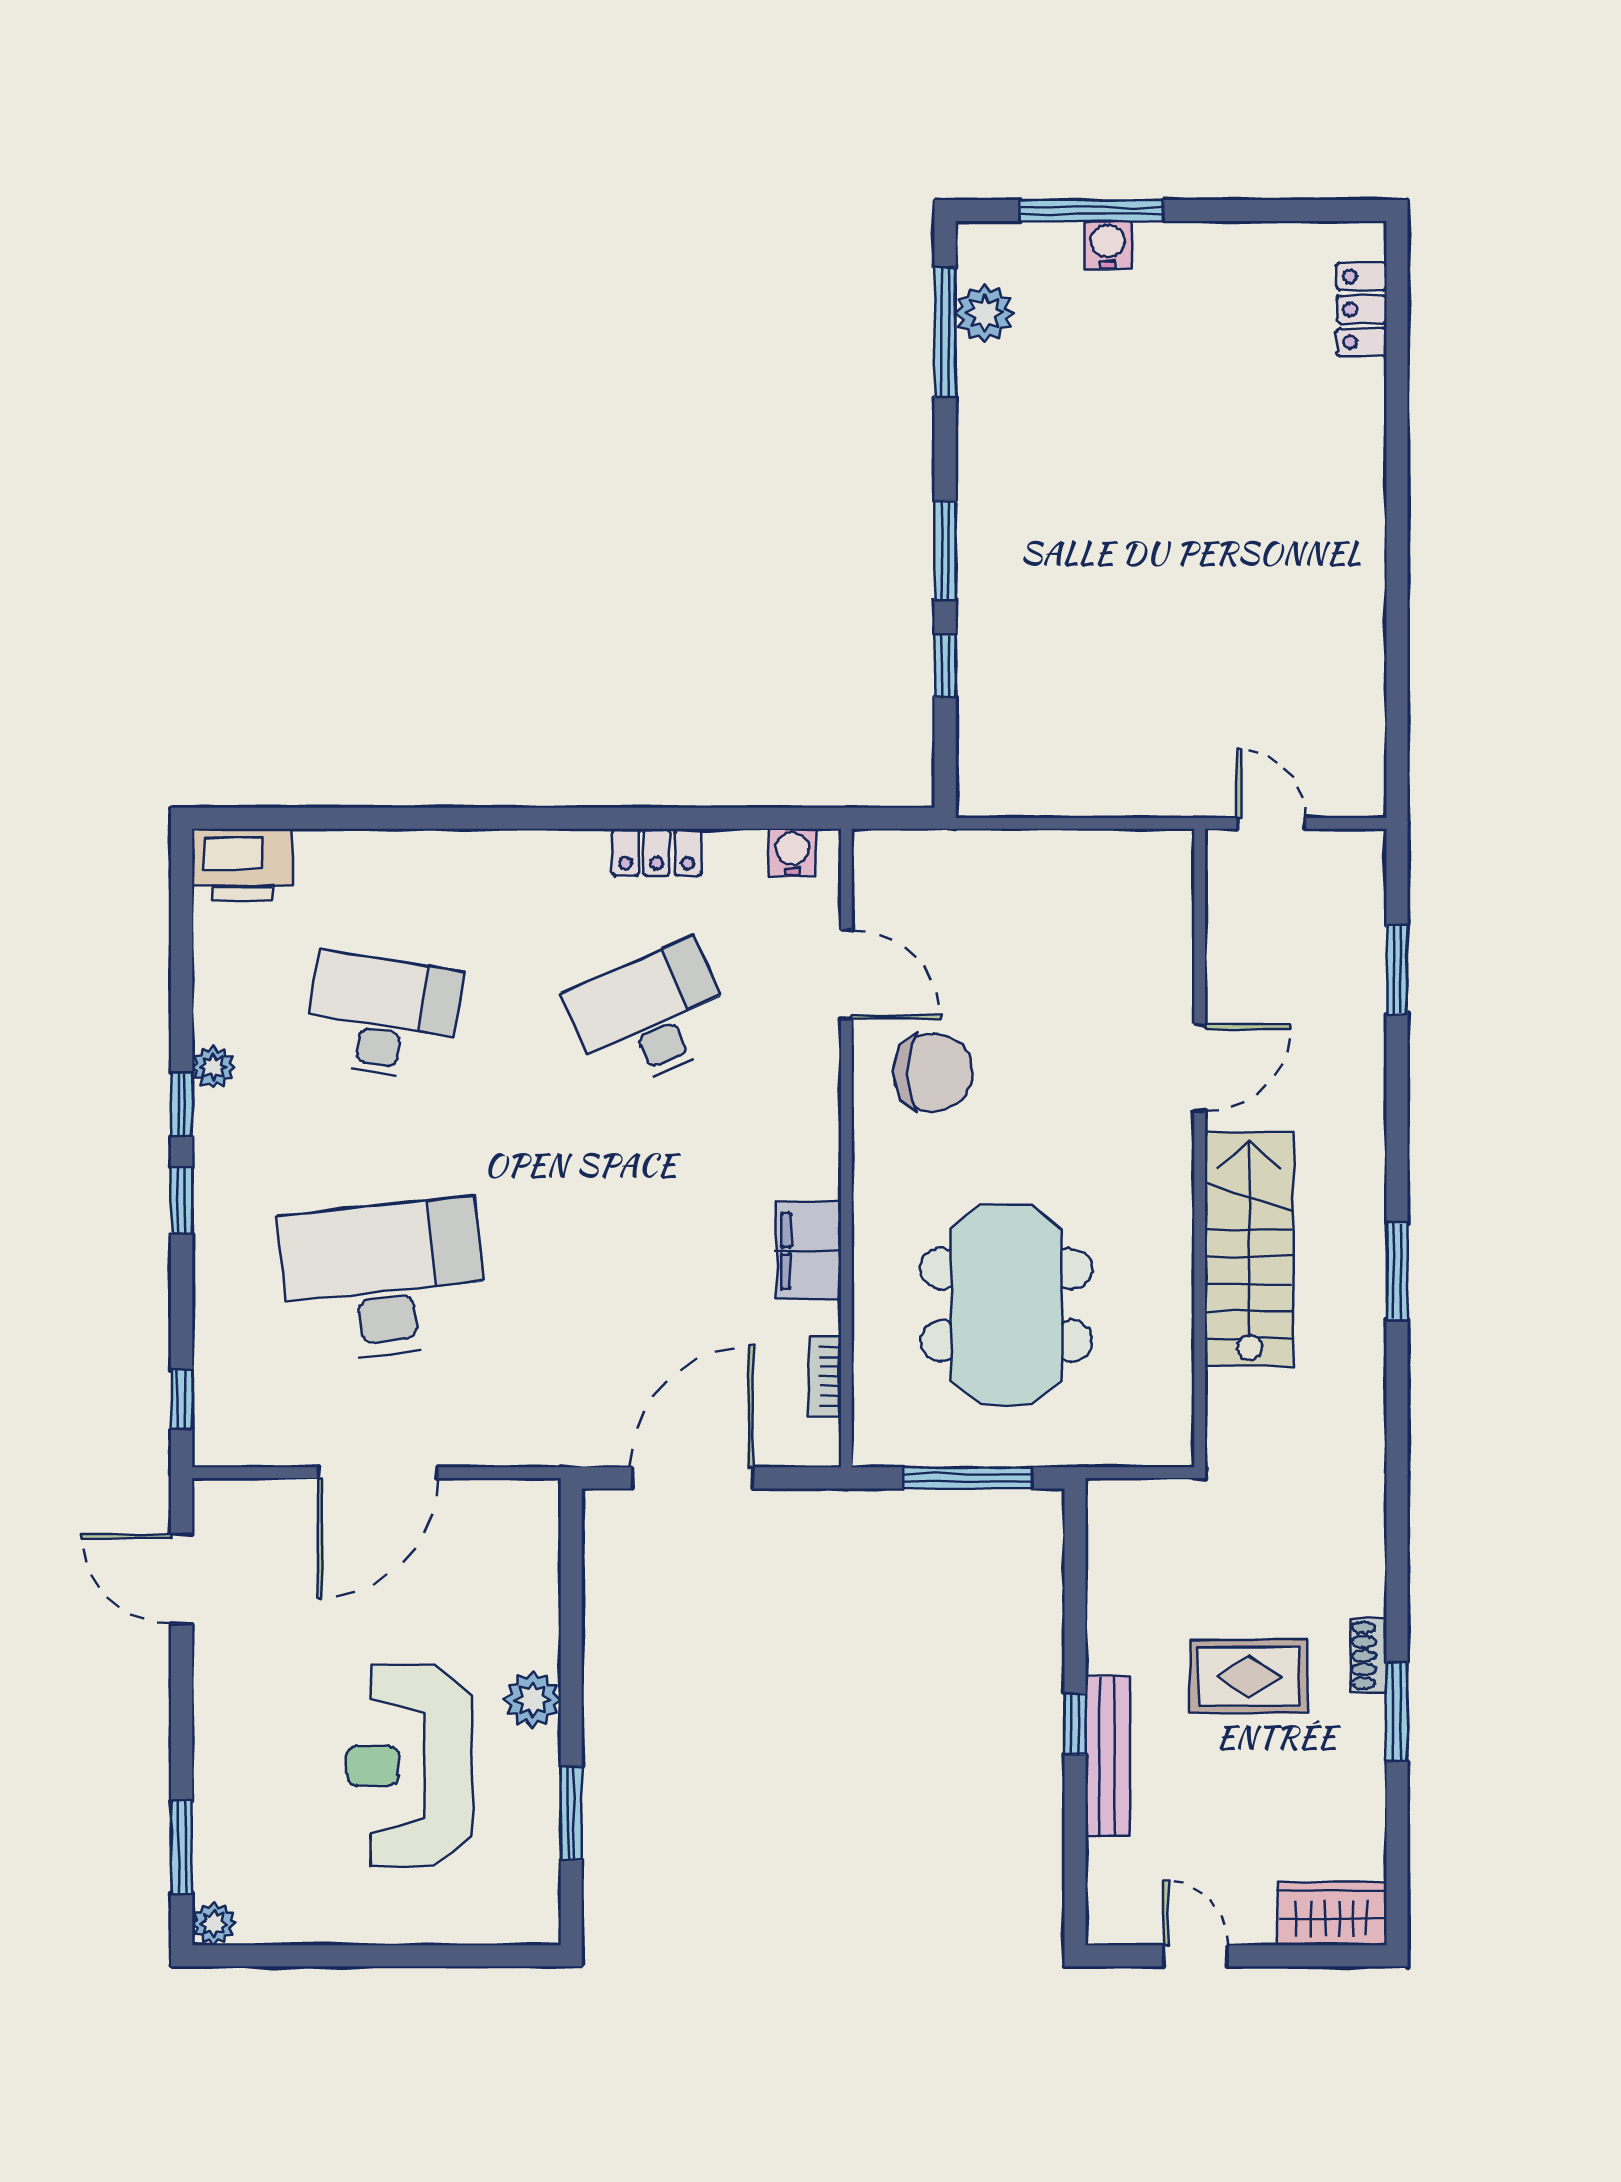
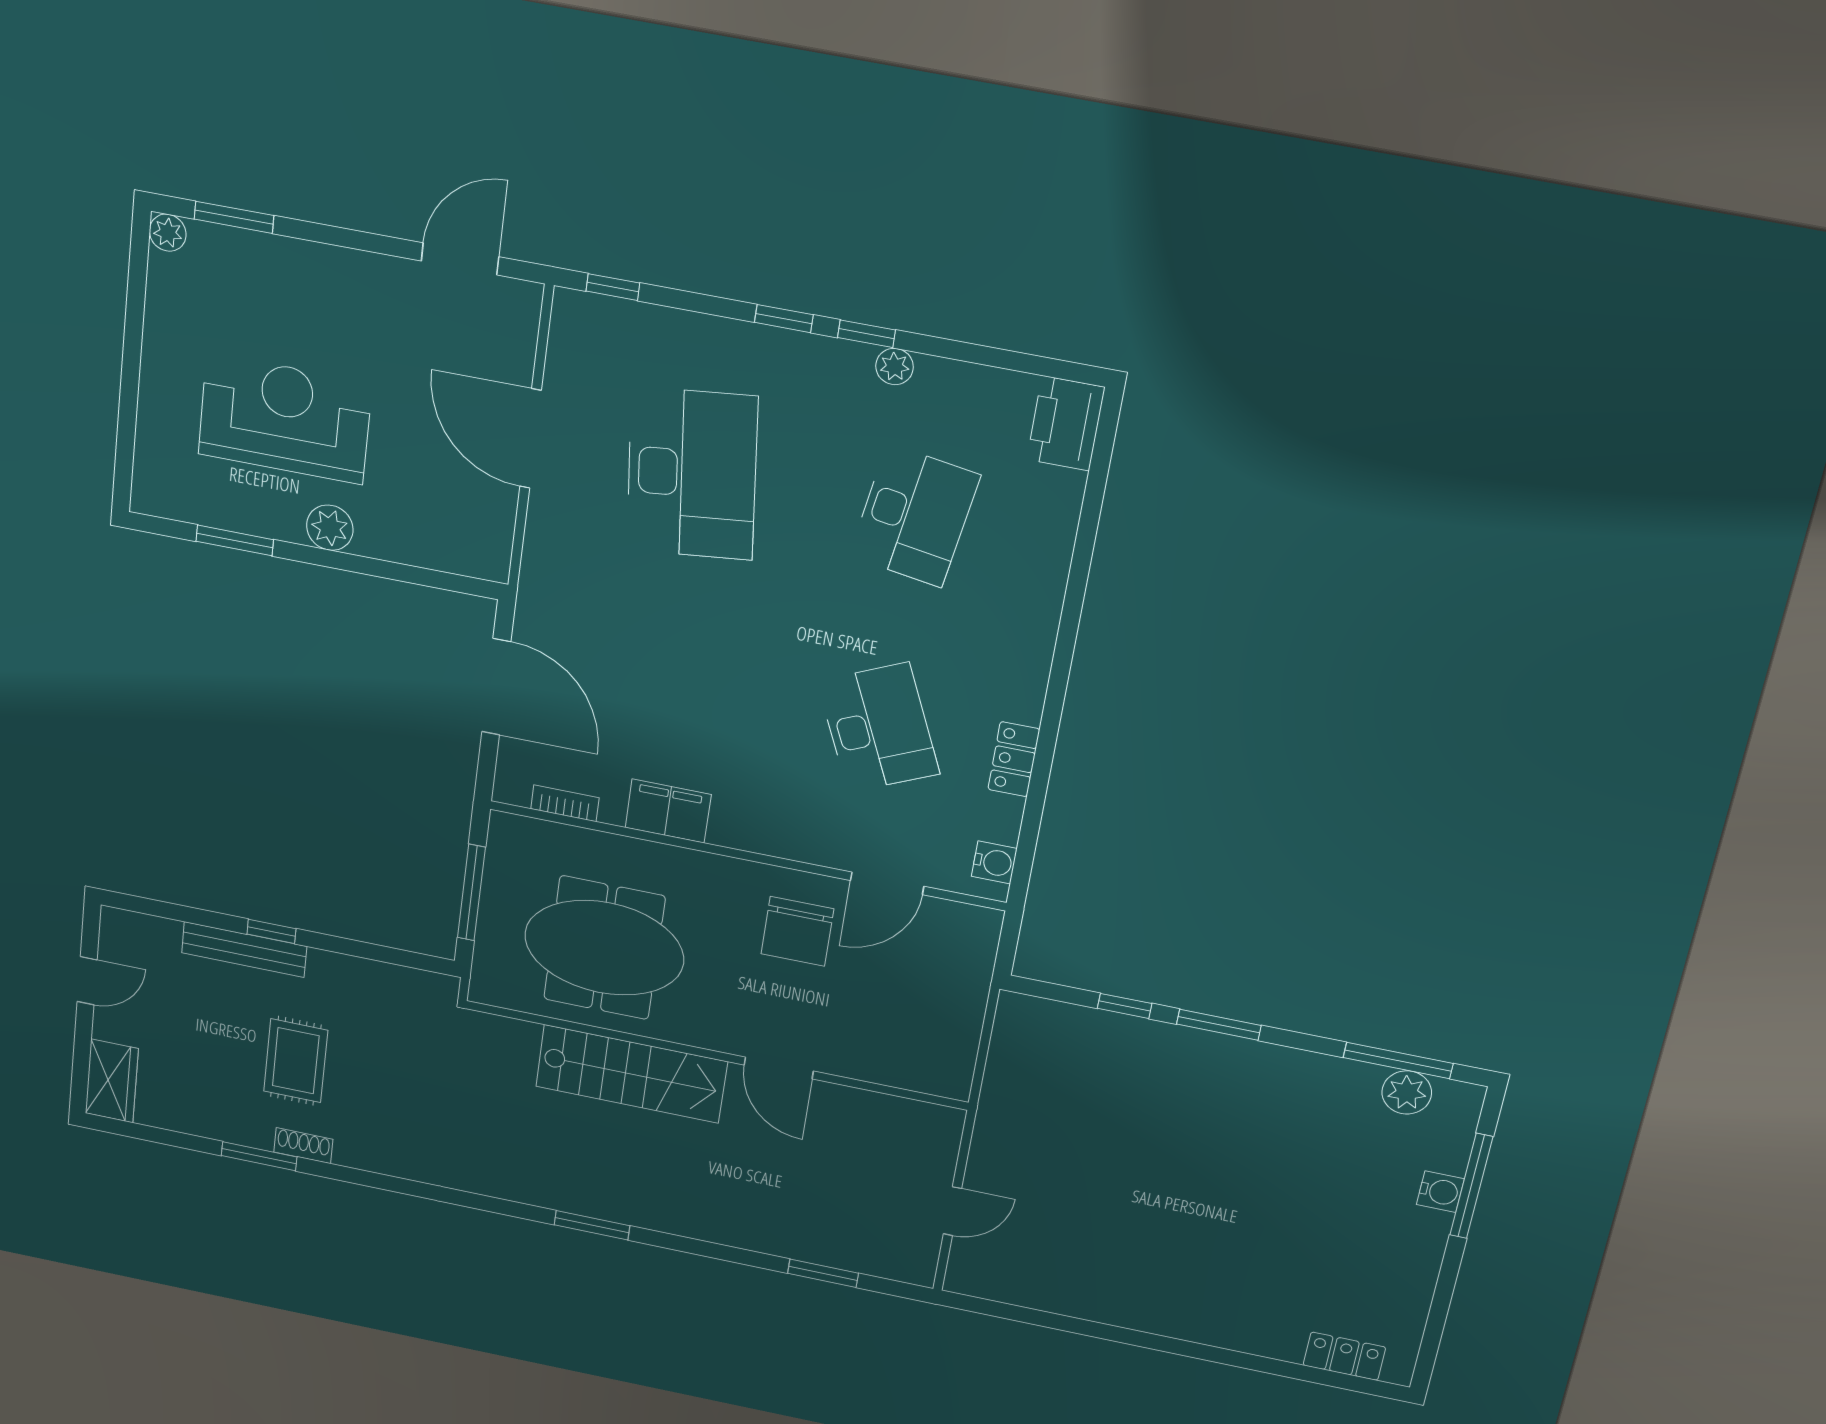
door: (1200, 1068) -> (779, 1068), moved
wall: (1200, 1148) -> (716, 1055), moved
stairs: (1249, 1249) -> (631, 1074), moved

